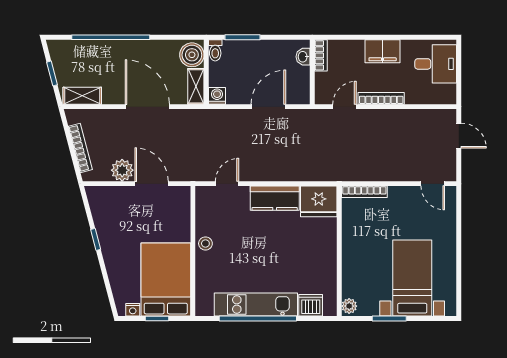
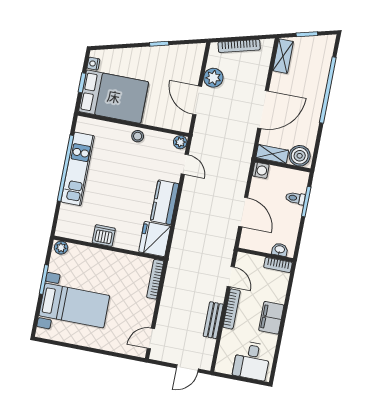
toilet: (215, 50) -> (295, 198), moved
bench: (398, 117) -> (213, 320), added
door: (152, 184) -> (197, 100), swing flipped
plant: (203, 194) -> (180, 142), added
dishwasher: (311, 305) -> (104, 236), moved, turned -90

